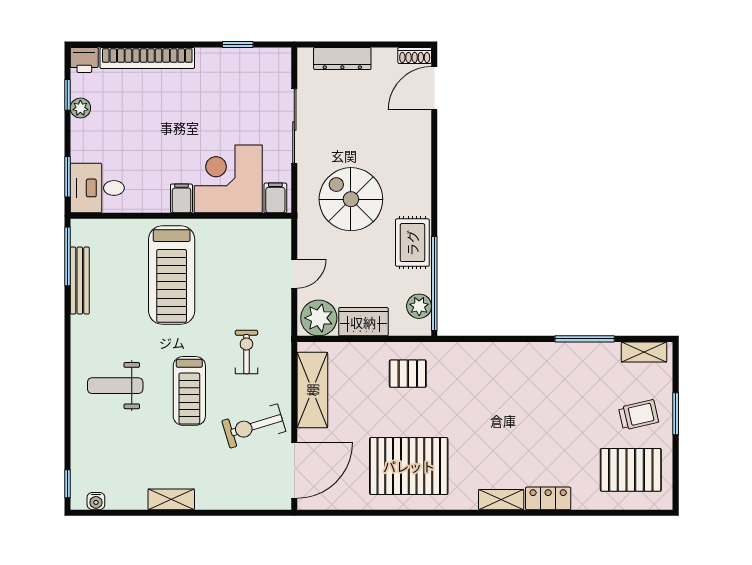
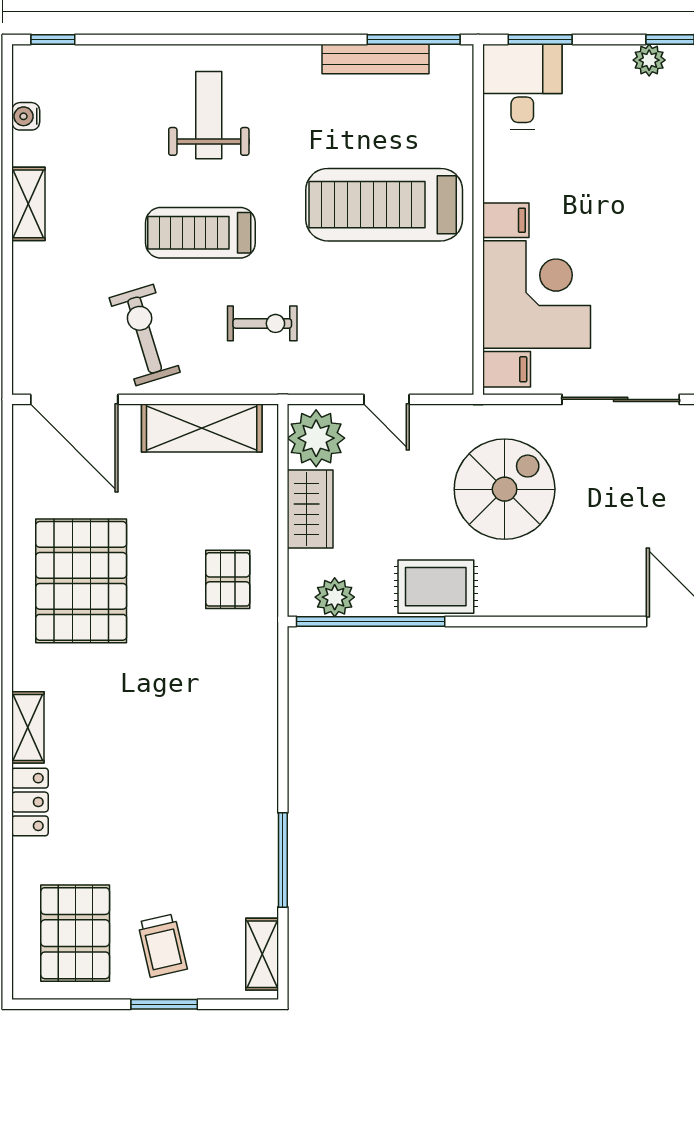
water cooler: (96, 501) -> (26, 116), moved

